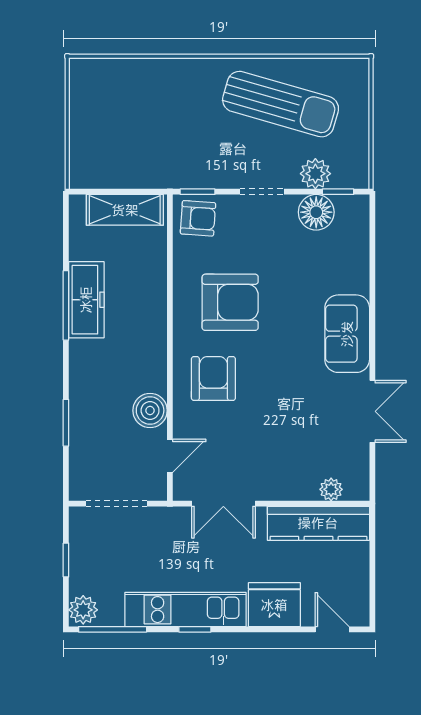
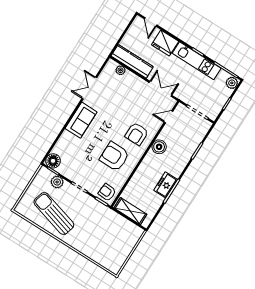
floor lamp: (316, 212) -> (53, 161), moved
freezer: (86, 300) -> (166, 185), width x0.71
boiler: (150, 410) -> (159, 147), moved

